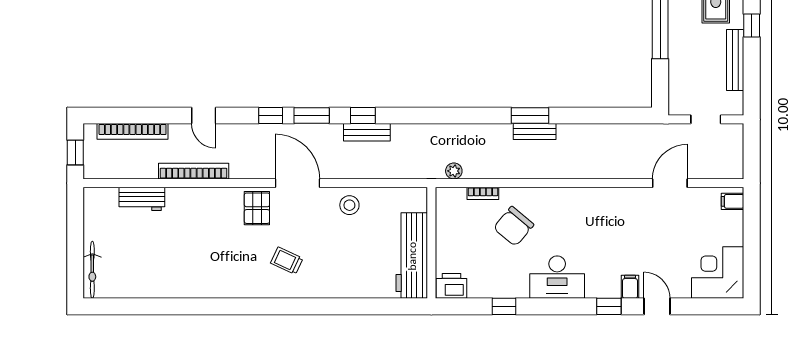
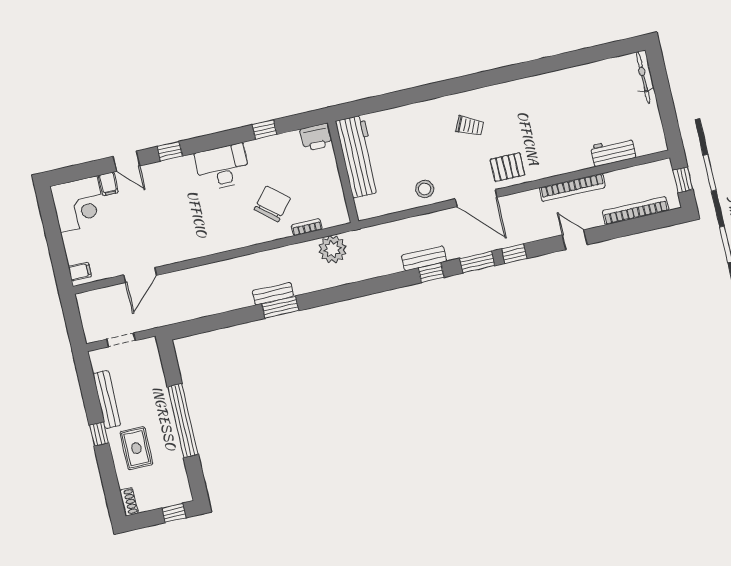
plant: (454, 171) -> (333, 249), width x1.88, depth x1.88
pallet: (257, 208) -> (507, 167), turned 90
filing cabinet: (630, 287) -> (108, 184), moved

